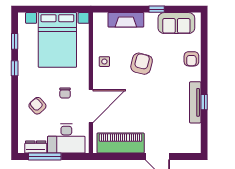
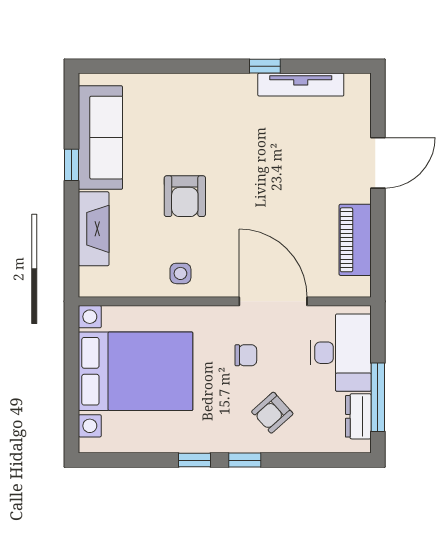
sofa: (176, 23) -> (100, 138), width x1.36
window: (15, 41) -> (245, 460), moved
armchair: (191, 59) -> (175, 93), removed
armchair: (142, 64) -> (185, 196), turned -104
tv unit: (195, 102) -> (301, 85), moved
piano: (121, 143) -> (355, 240), width x0.73, depth x0.75

